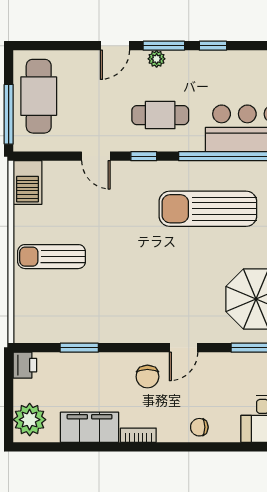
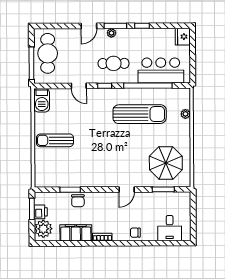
sun lounger: (208, 209) -> (140, 114), turned 180
printer: (25, 365) -> (41, 212), moved
chair: (147, 377) -> (78, 201), moved
window: (9, 383) -> (32, 209), added

